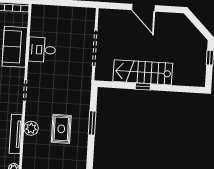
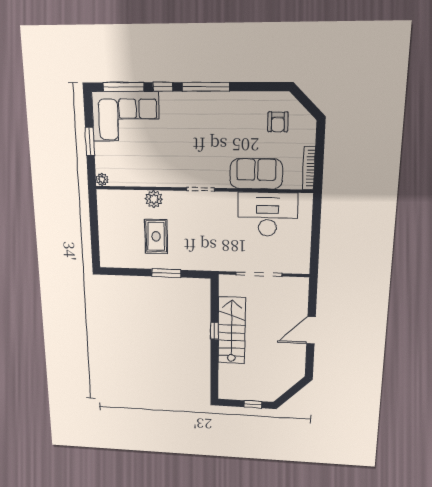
desk: (42, 50) -> (268, 214), width x1.87, depth x1.30
rug: (61, 129) -> (156, 236), turned 90
tv unit: (16, 134) -> (145, 180), removed

